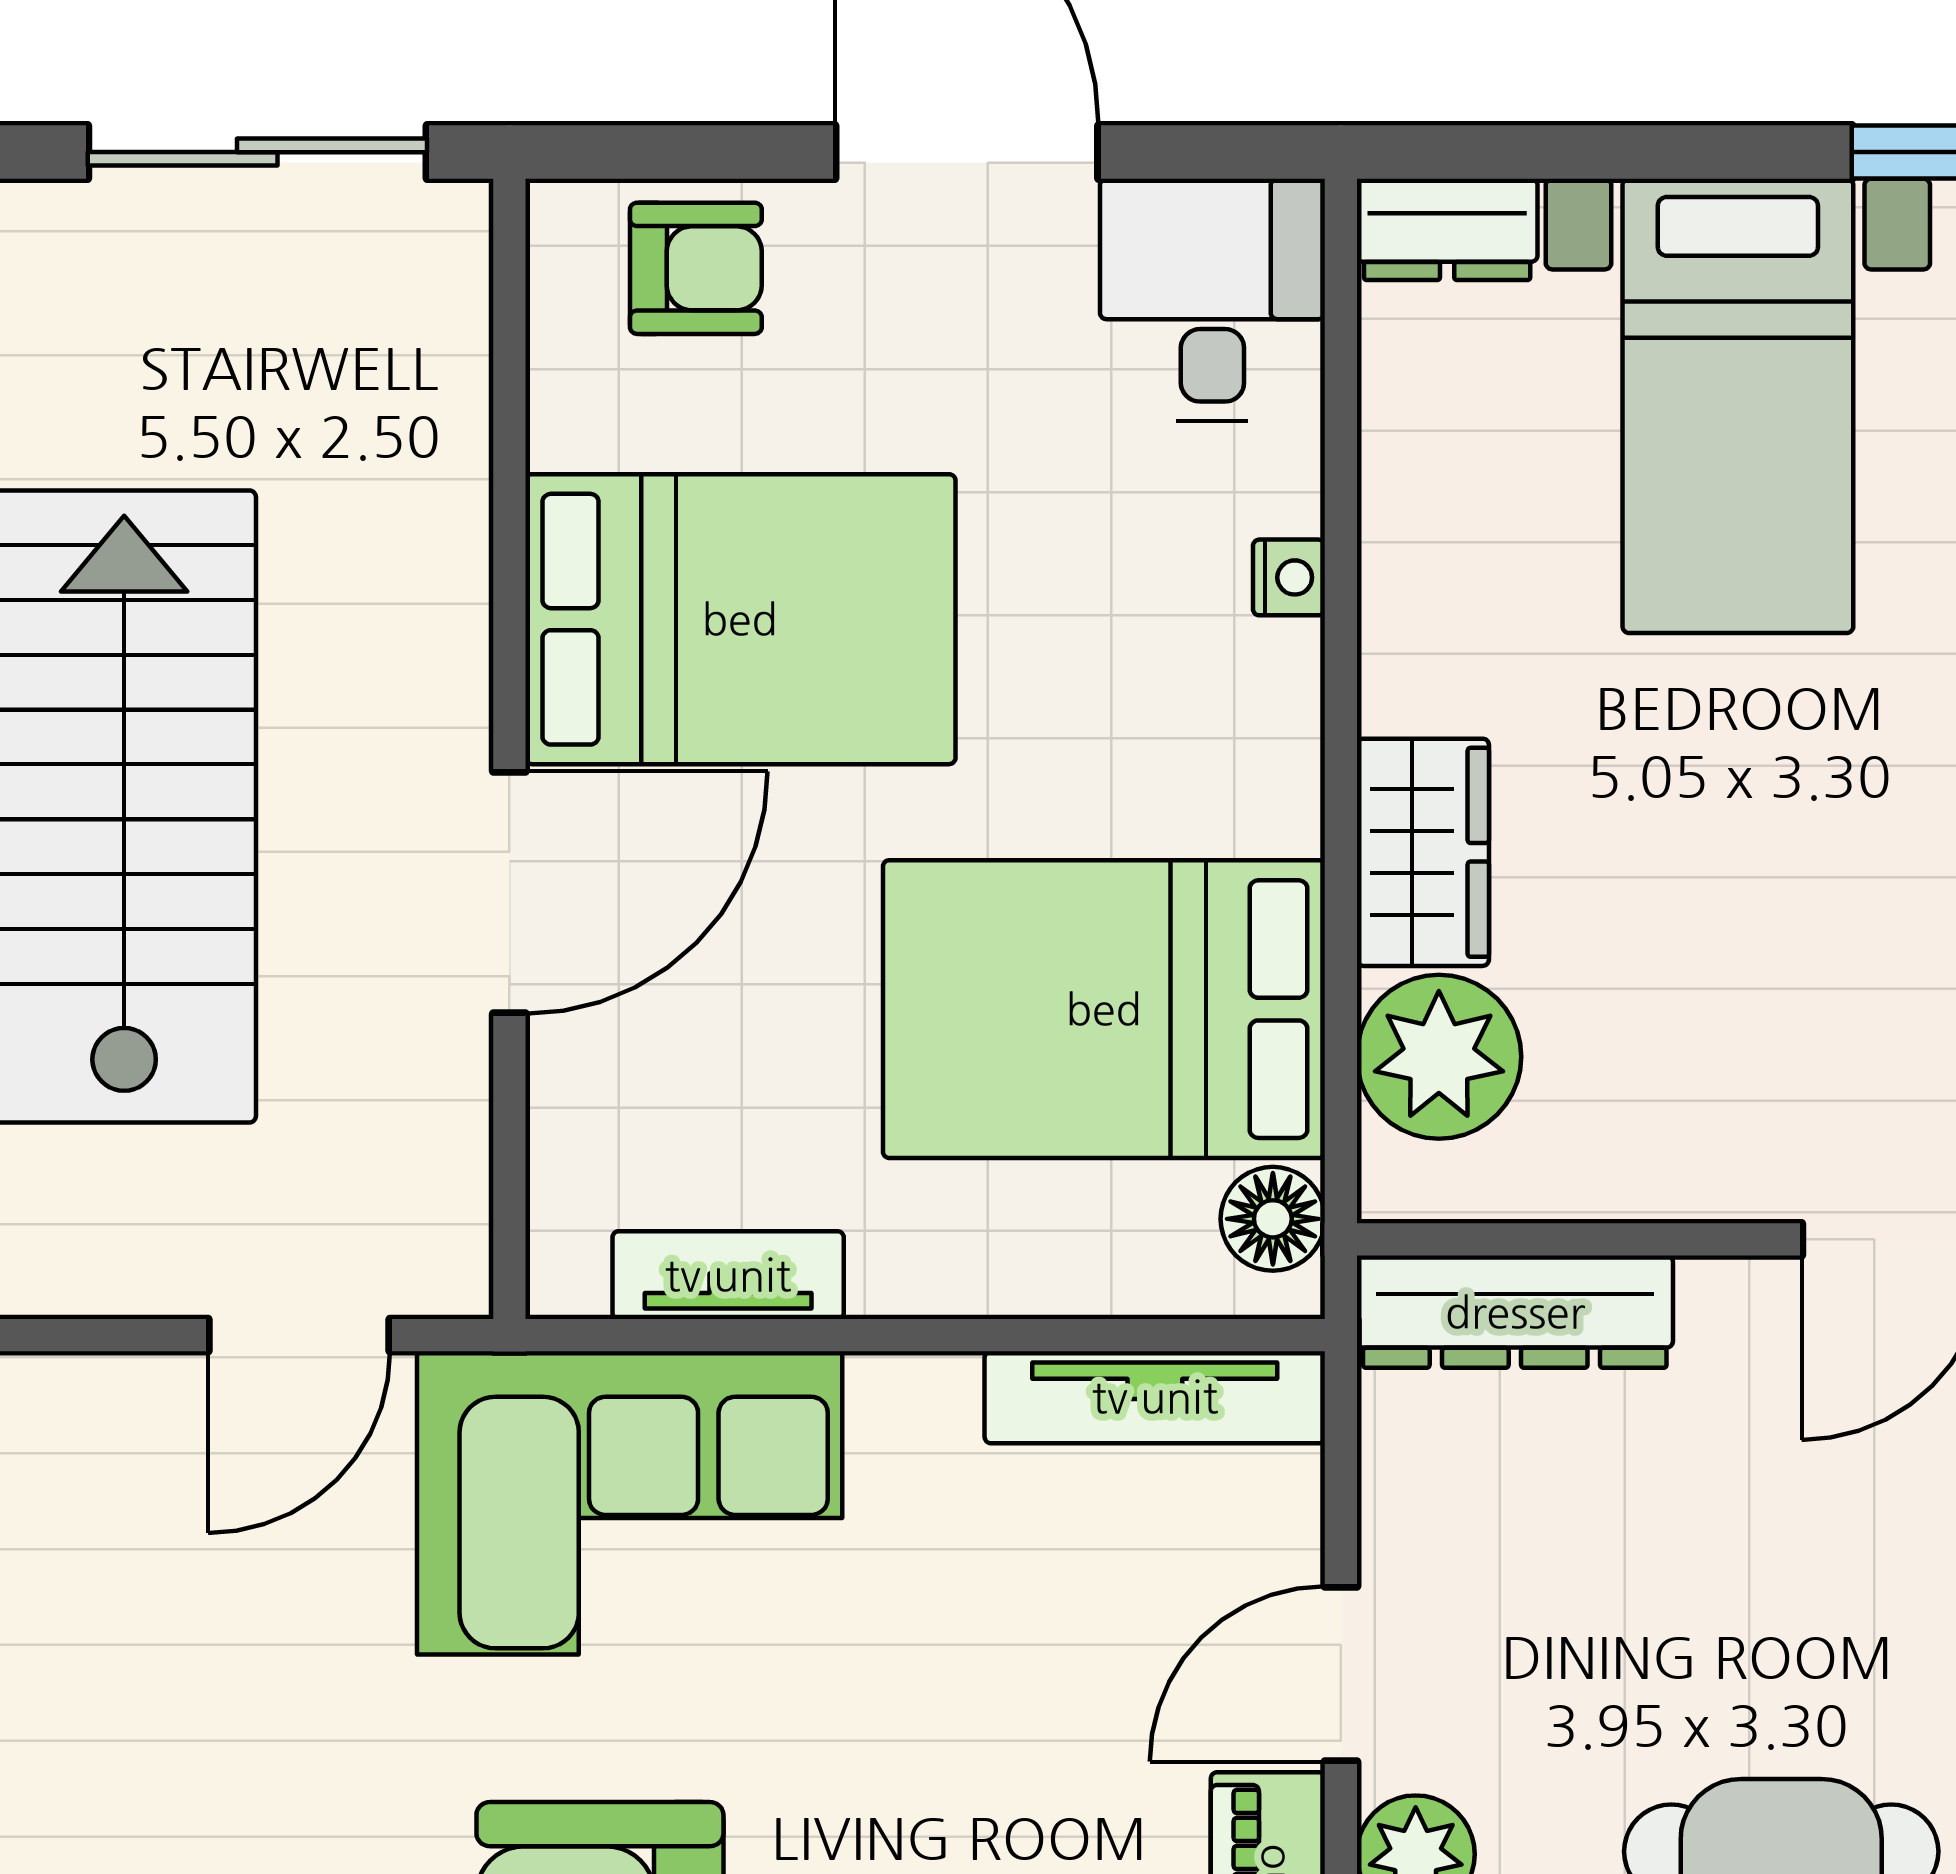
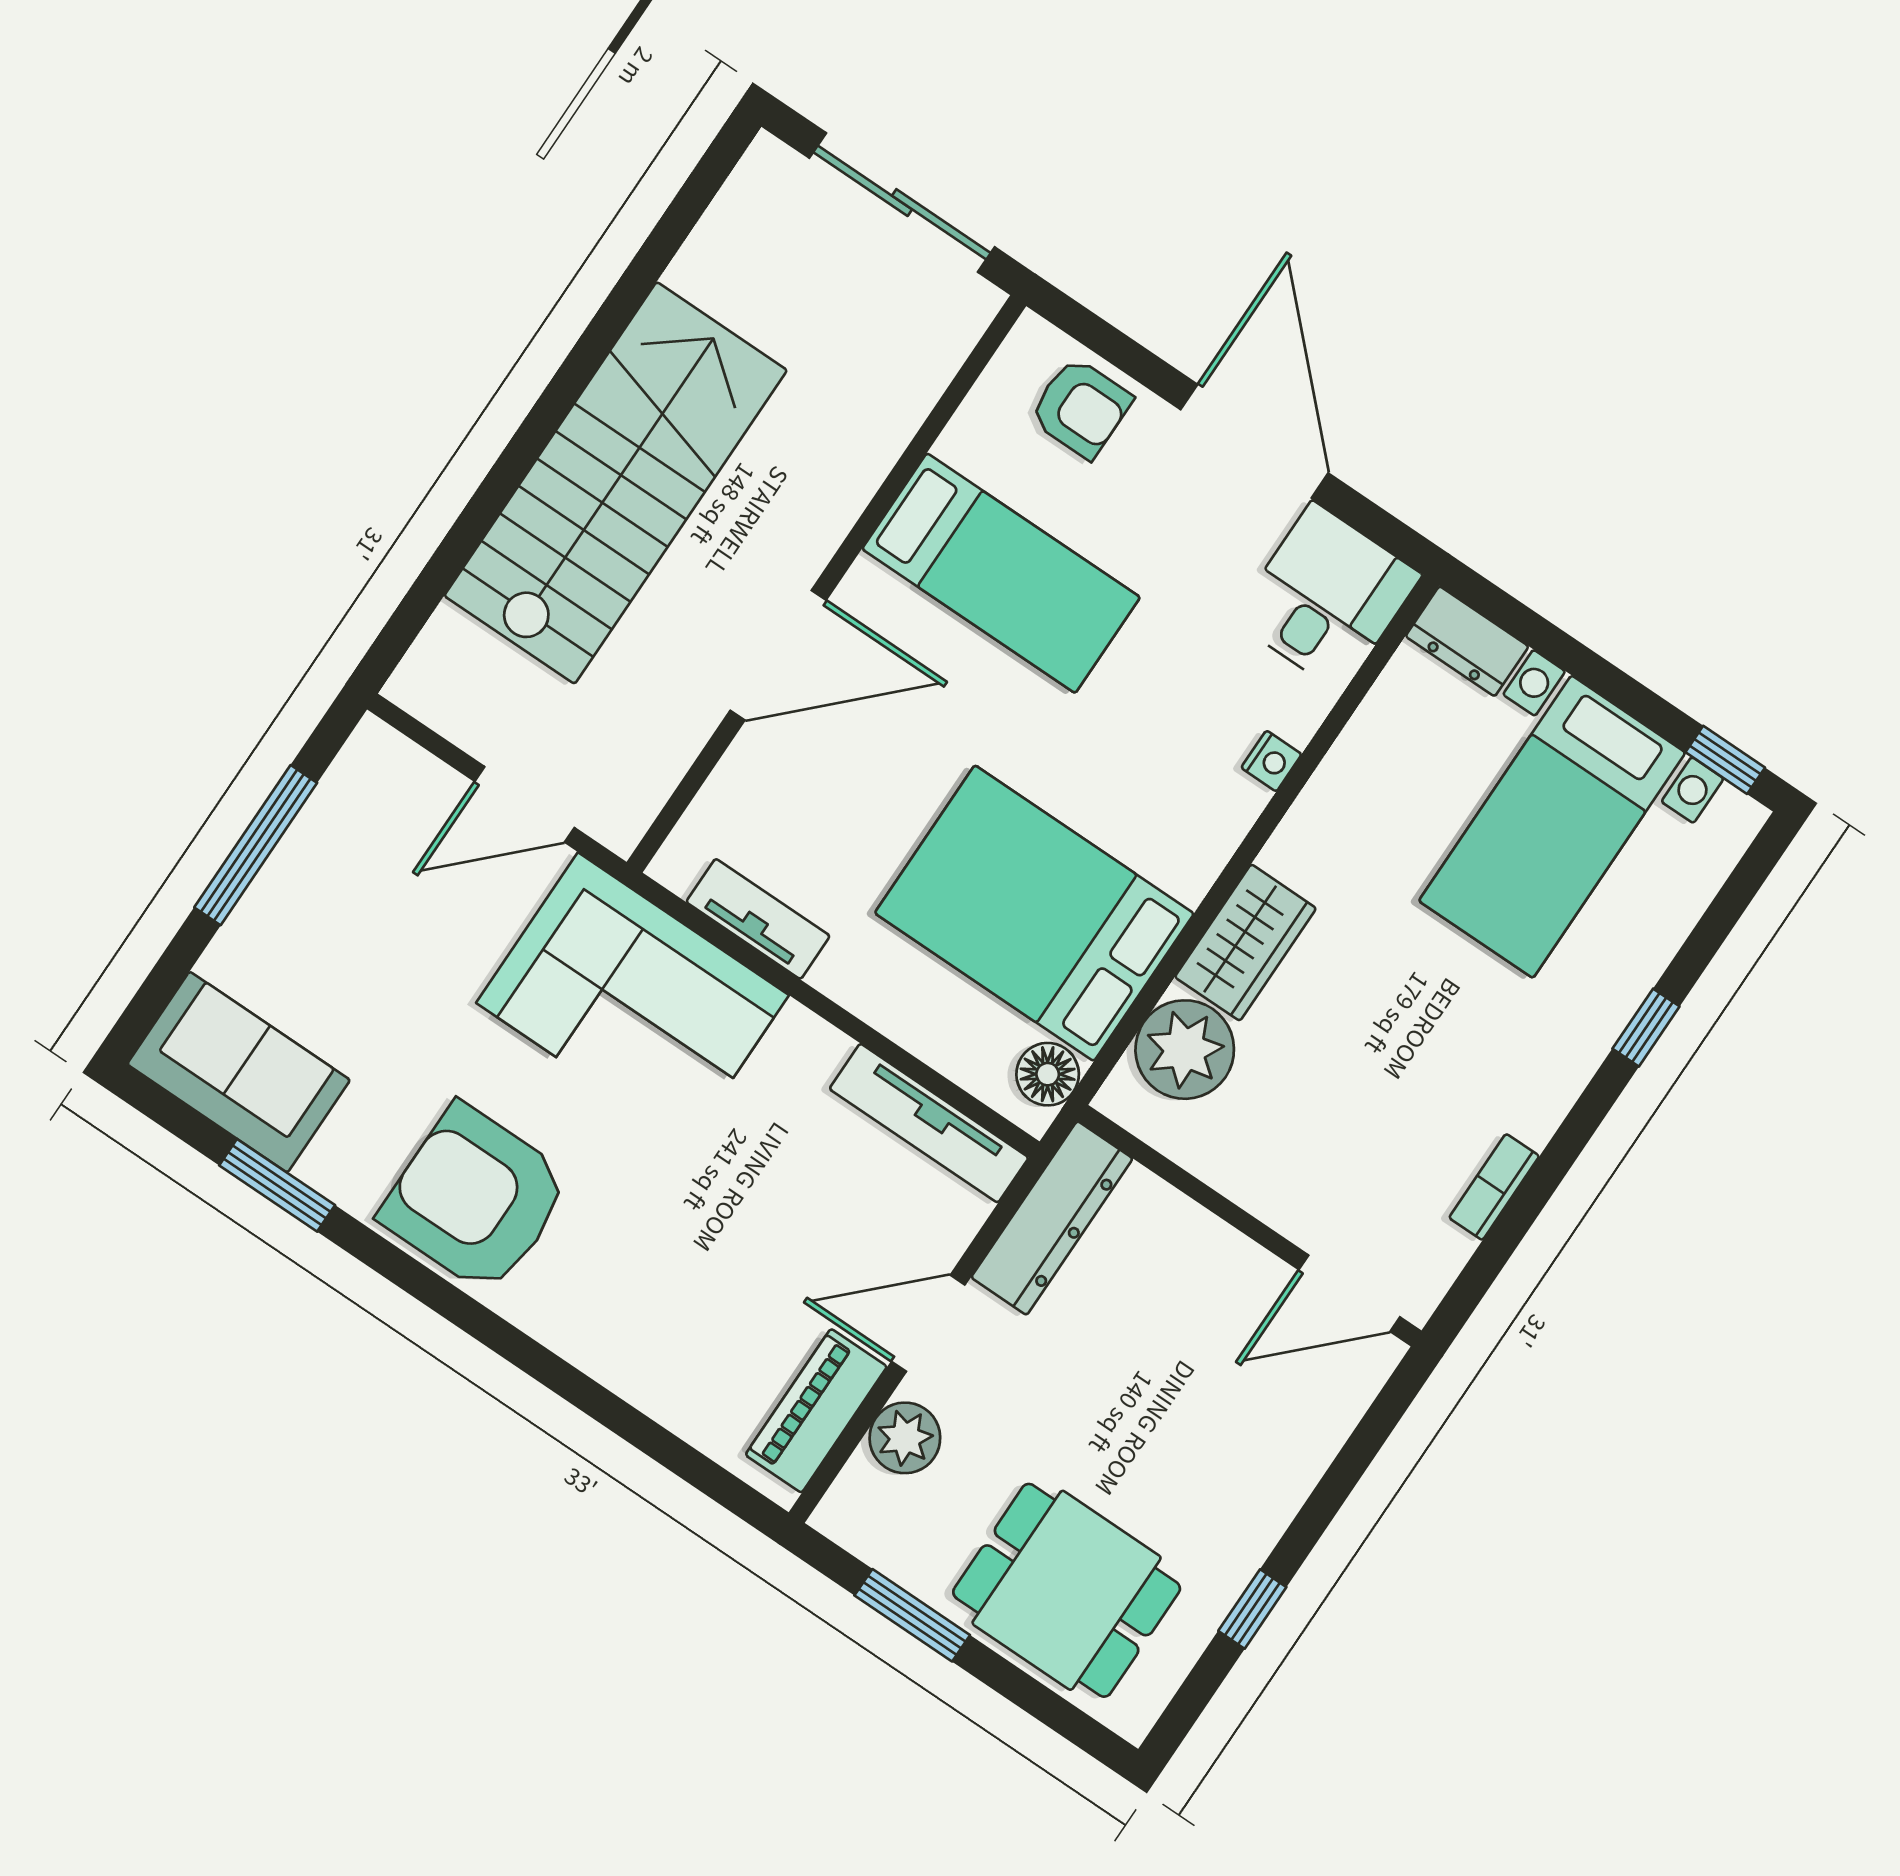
bed: (740, 619) -> (1001, 573), width x0.67
dresser: (1515, 1312) -> (1052, 1218), moved, turned -90

